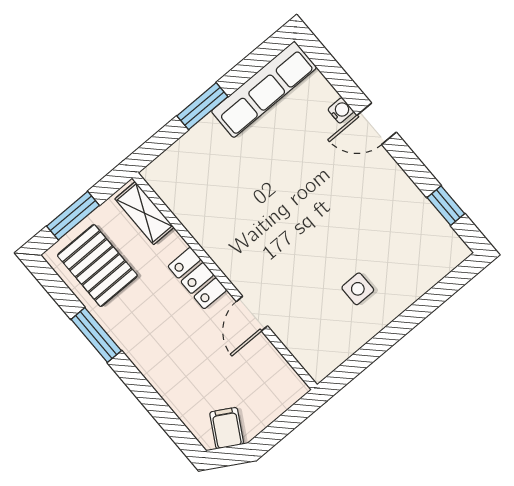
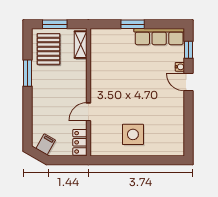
window: (446, 206) -> (188, 50), moved
locker: (197, 278) -> (80, 142), moved
side table: (358, 289) -> (133, 134), width x1.87, depth x1.87

